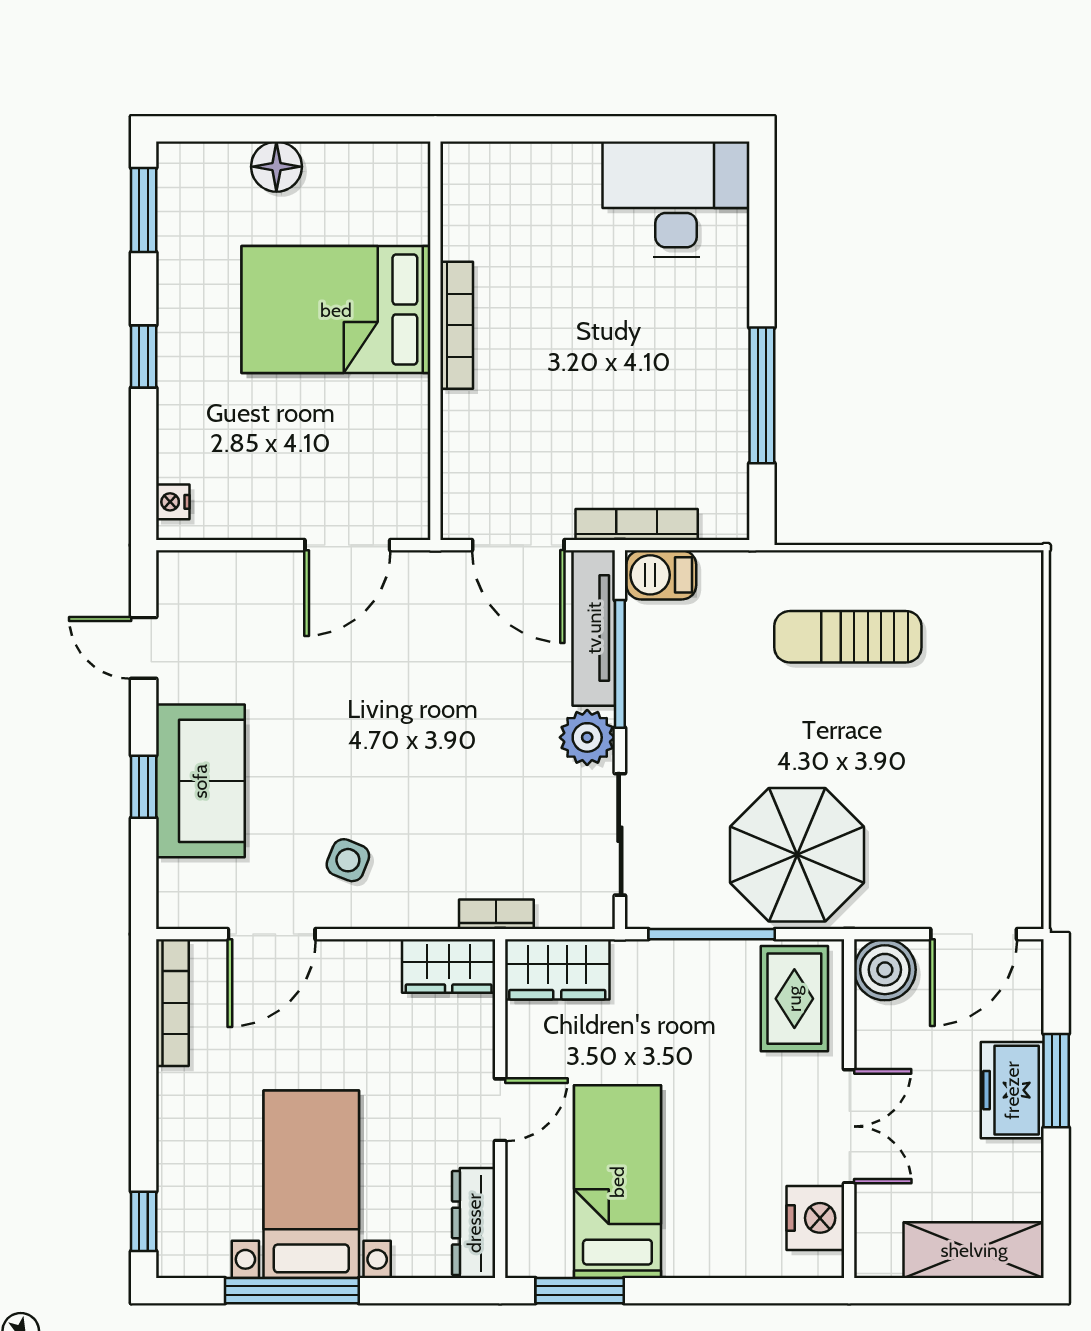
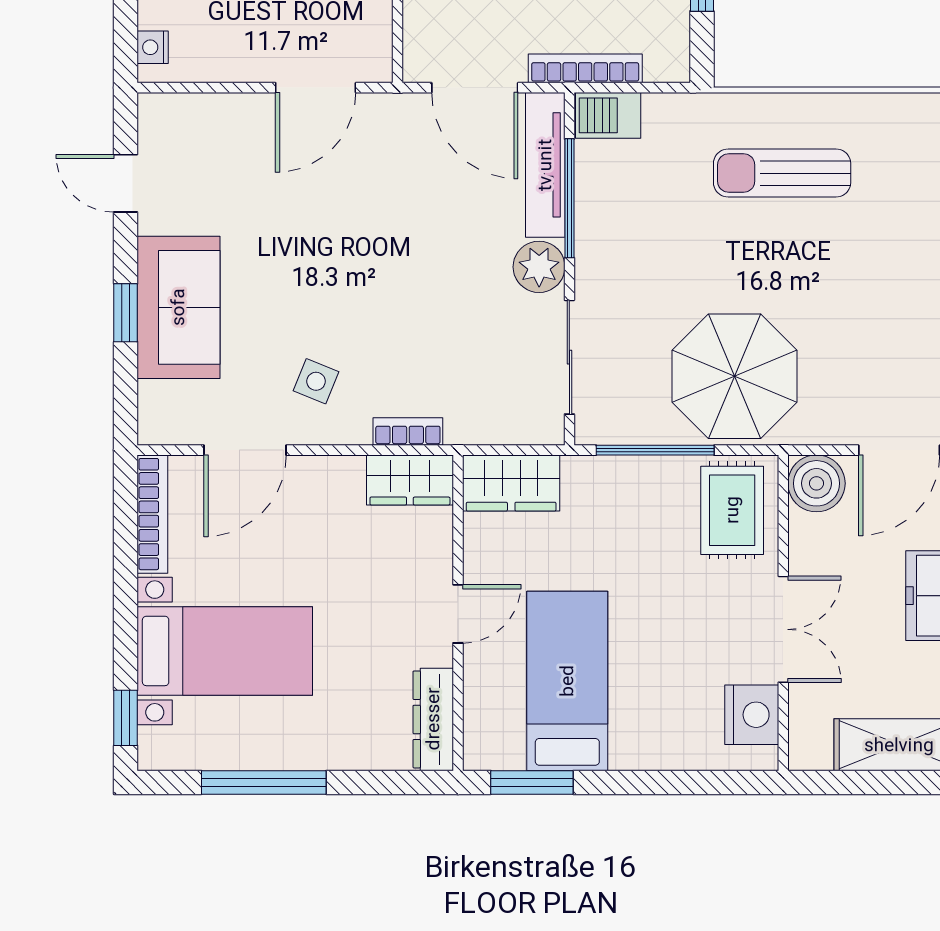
bookcase: (496, 914) -> (408, 432), moved
bed with nightstands: (311, 1184) -> (225, 651), moved, turned 90

